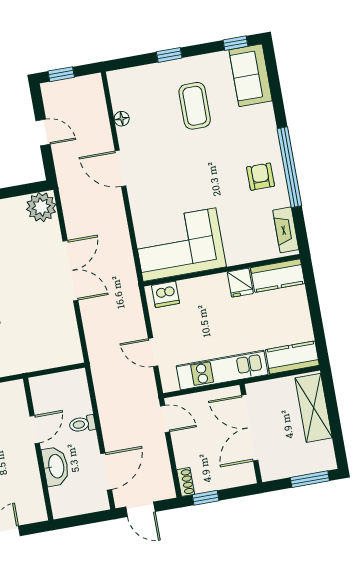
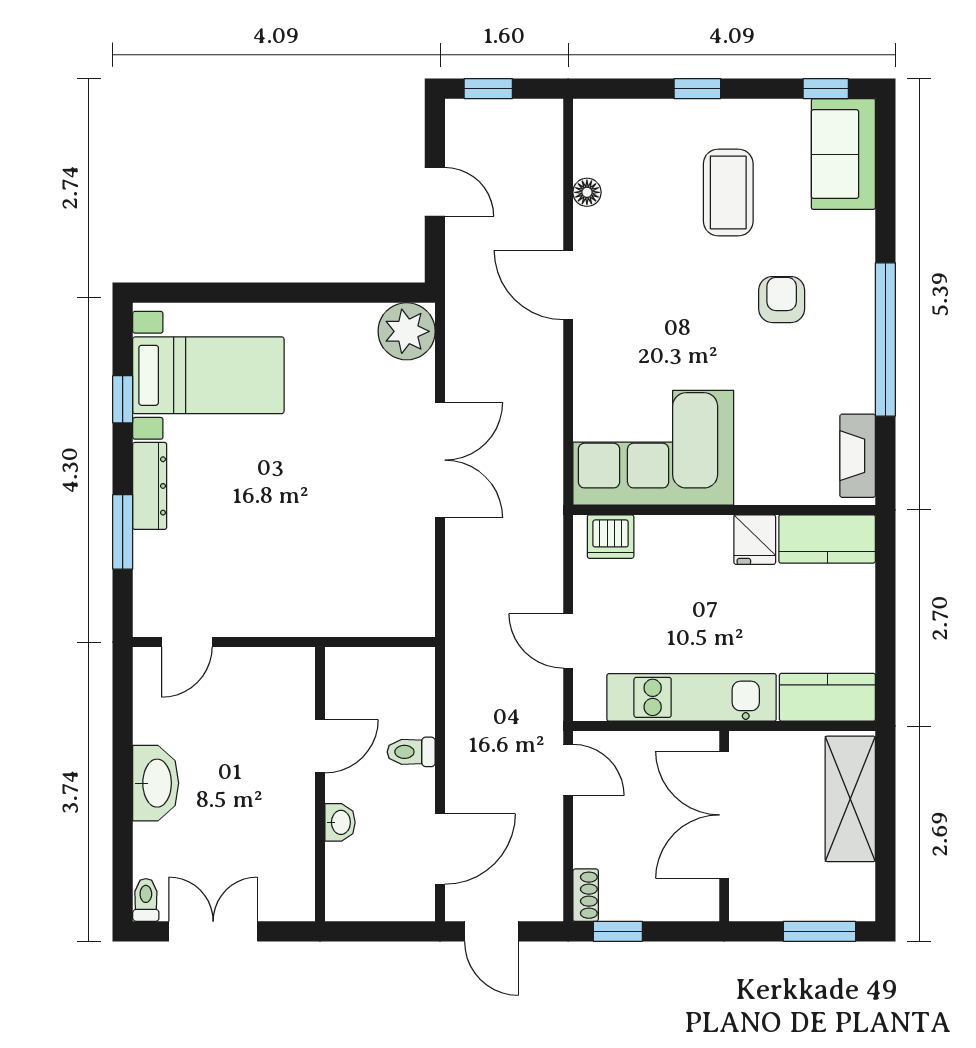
armchair: (261, 177) -> (782, 300), moved
washbasin: (56, 466) -> (340, 822), width x0.52, depth x0.69

